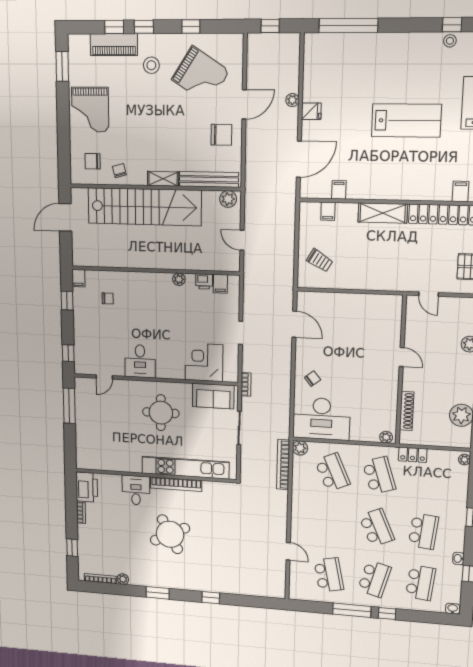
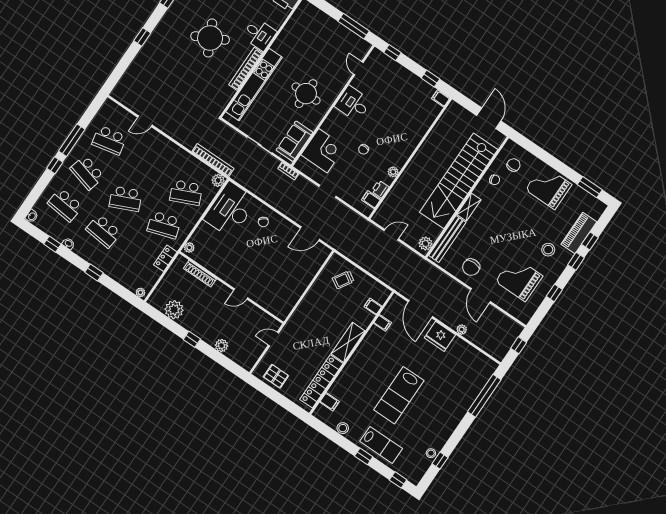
grand piano: (201, 75) -> (519, 279), turned 57
fridge: (311, 111) -> (440, 336), width x1.88, depth x1.34
chair: (108, 298) -> (364, 149), moved

